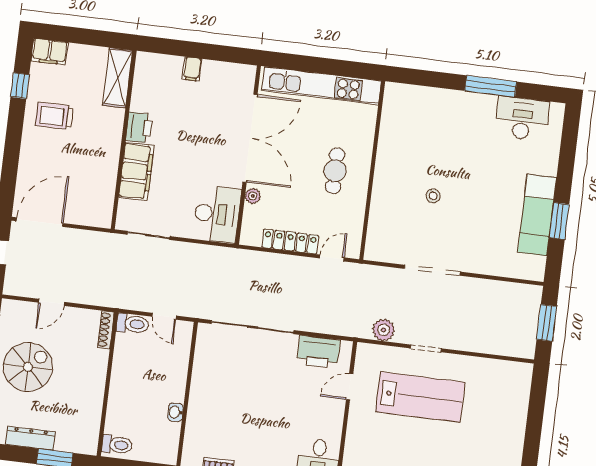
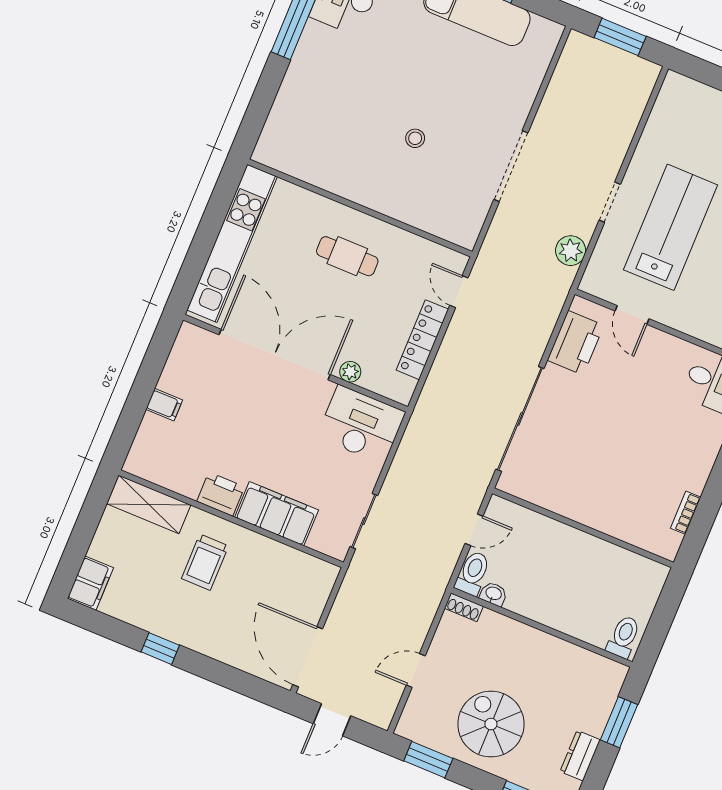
window: (20, 86) -> (160, 649), moved
trolley: (54, 116) -> (205, 562), moved
door: (52, 302) -> (416, 670), swing flipped
shoe rack: (106, 330) -> (464, 607), width x0.70
washbasin: (175, 412) -> (493, 594), moved, turned 180
dresser: (30, 438) -> (580, 756), width x0.70

